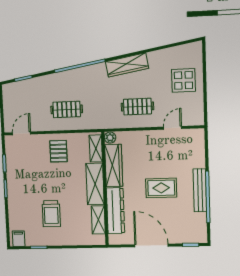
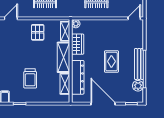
door: (173, 128) -> (134, 18), moved
wardrobe: (114, 165) -> (78, 44), width x0.67
rug: (161, 188) -> (111, 61), turned 90
plant: (199, 220) -> (138, 86), added

